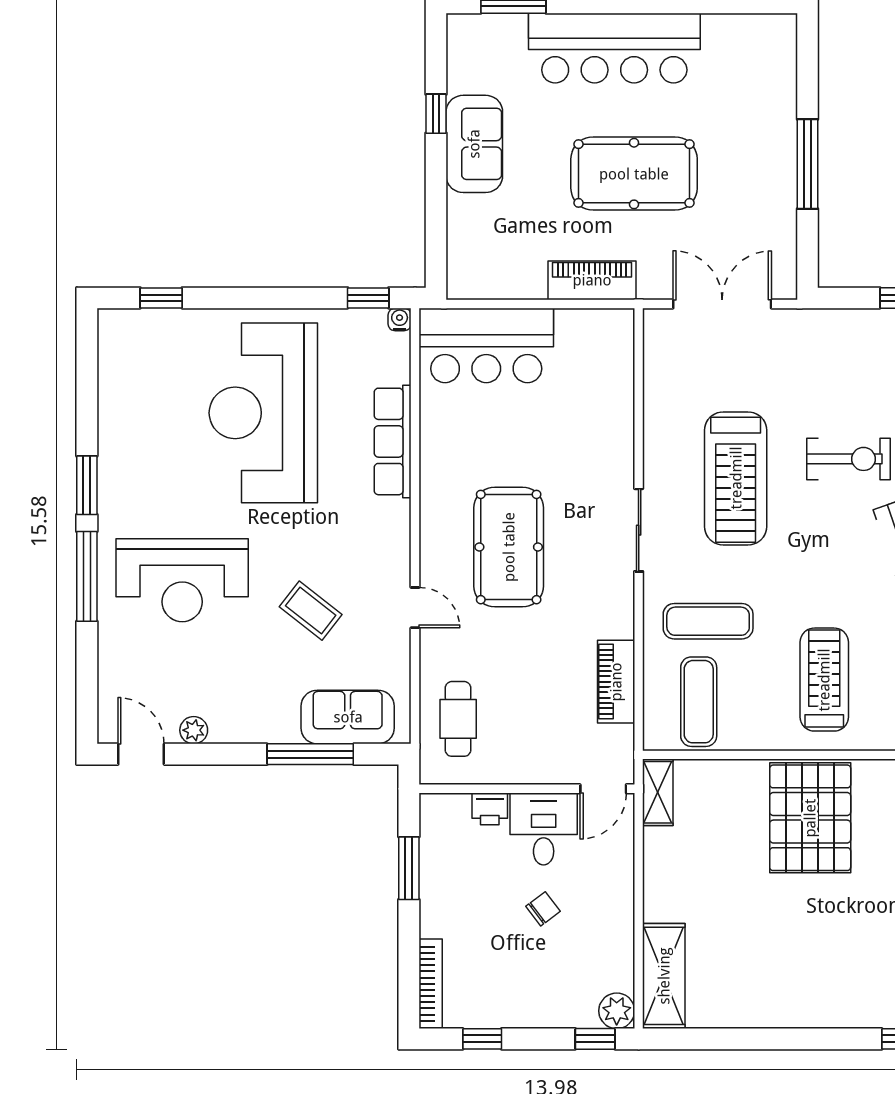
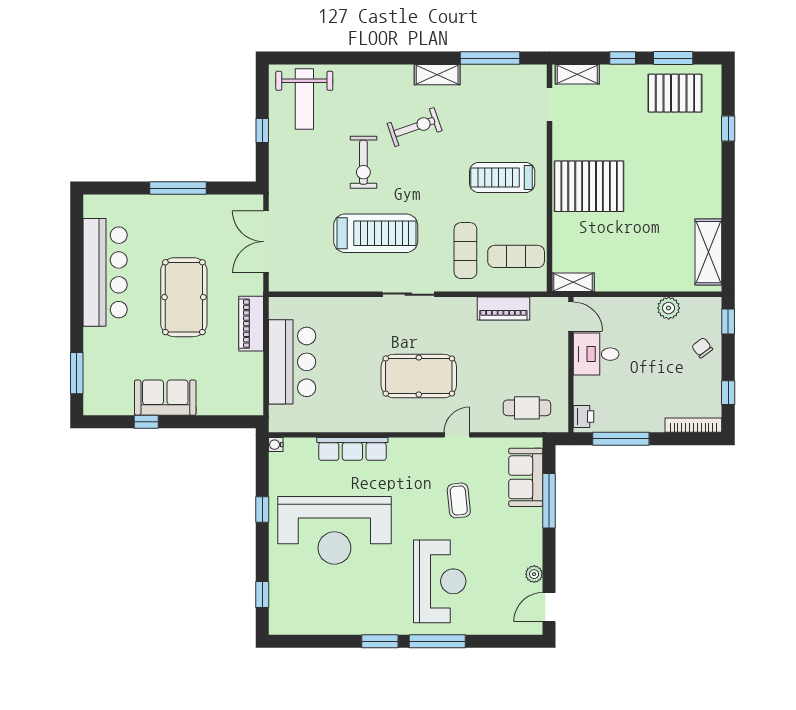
bar counter: (614, 48) -> (105, 272), moved
window: (368, 298) -> (262, 510), moved
bar counter: (486, 345) -> (292, 362), moved
exercise bike: (849, 459) -> (363, 162), turned 180
coffee table: (311, 611) -> (459, 500), turned -44
printer: (490, 809) -> (583, 416), moved
window: (409, 868) -> (621, 439), width x1.44
chair: (543, 909) -> (702, 348), moved
shelving: (664, 976) -> (708, 252), moved, turned 90
plant: (617, 1011) -> (669, 308), moved

